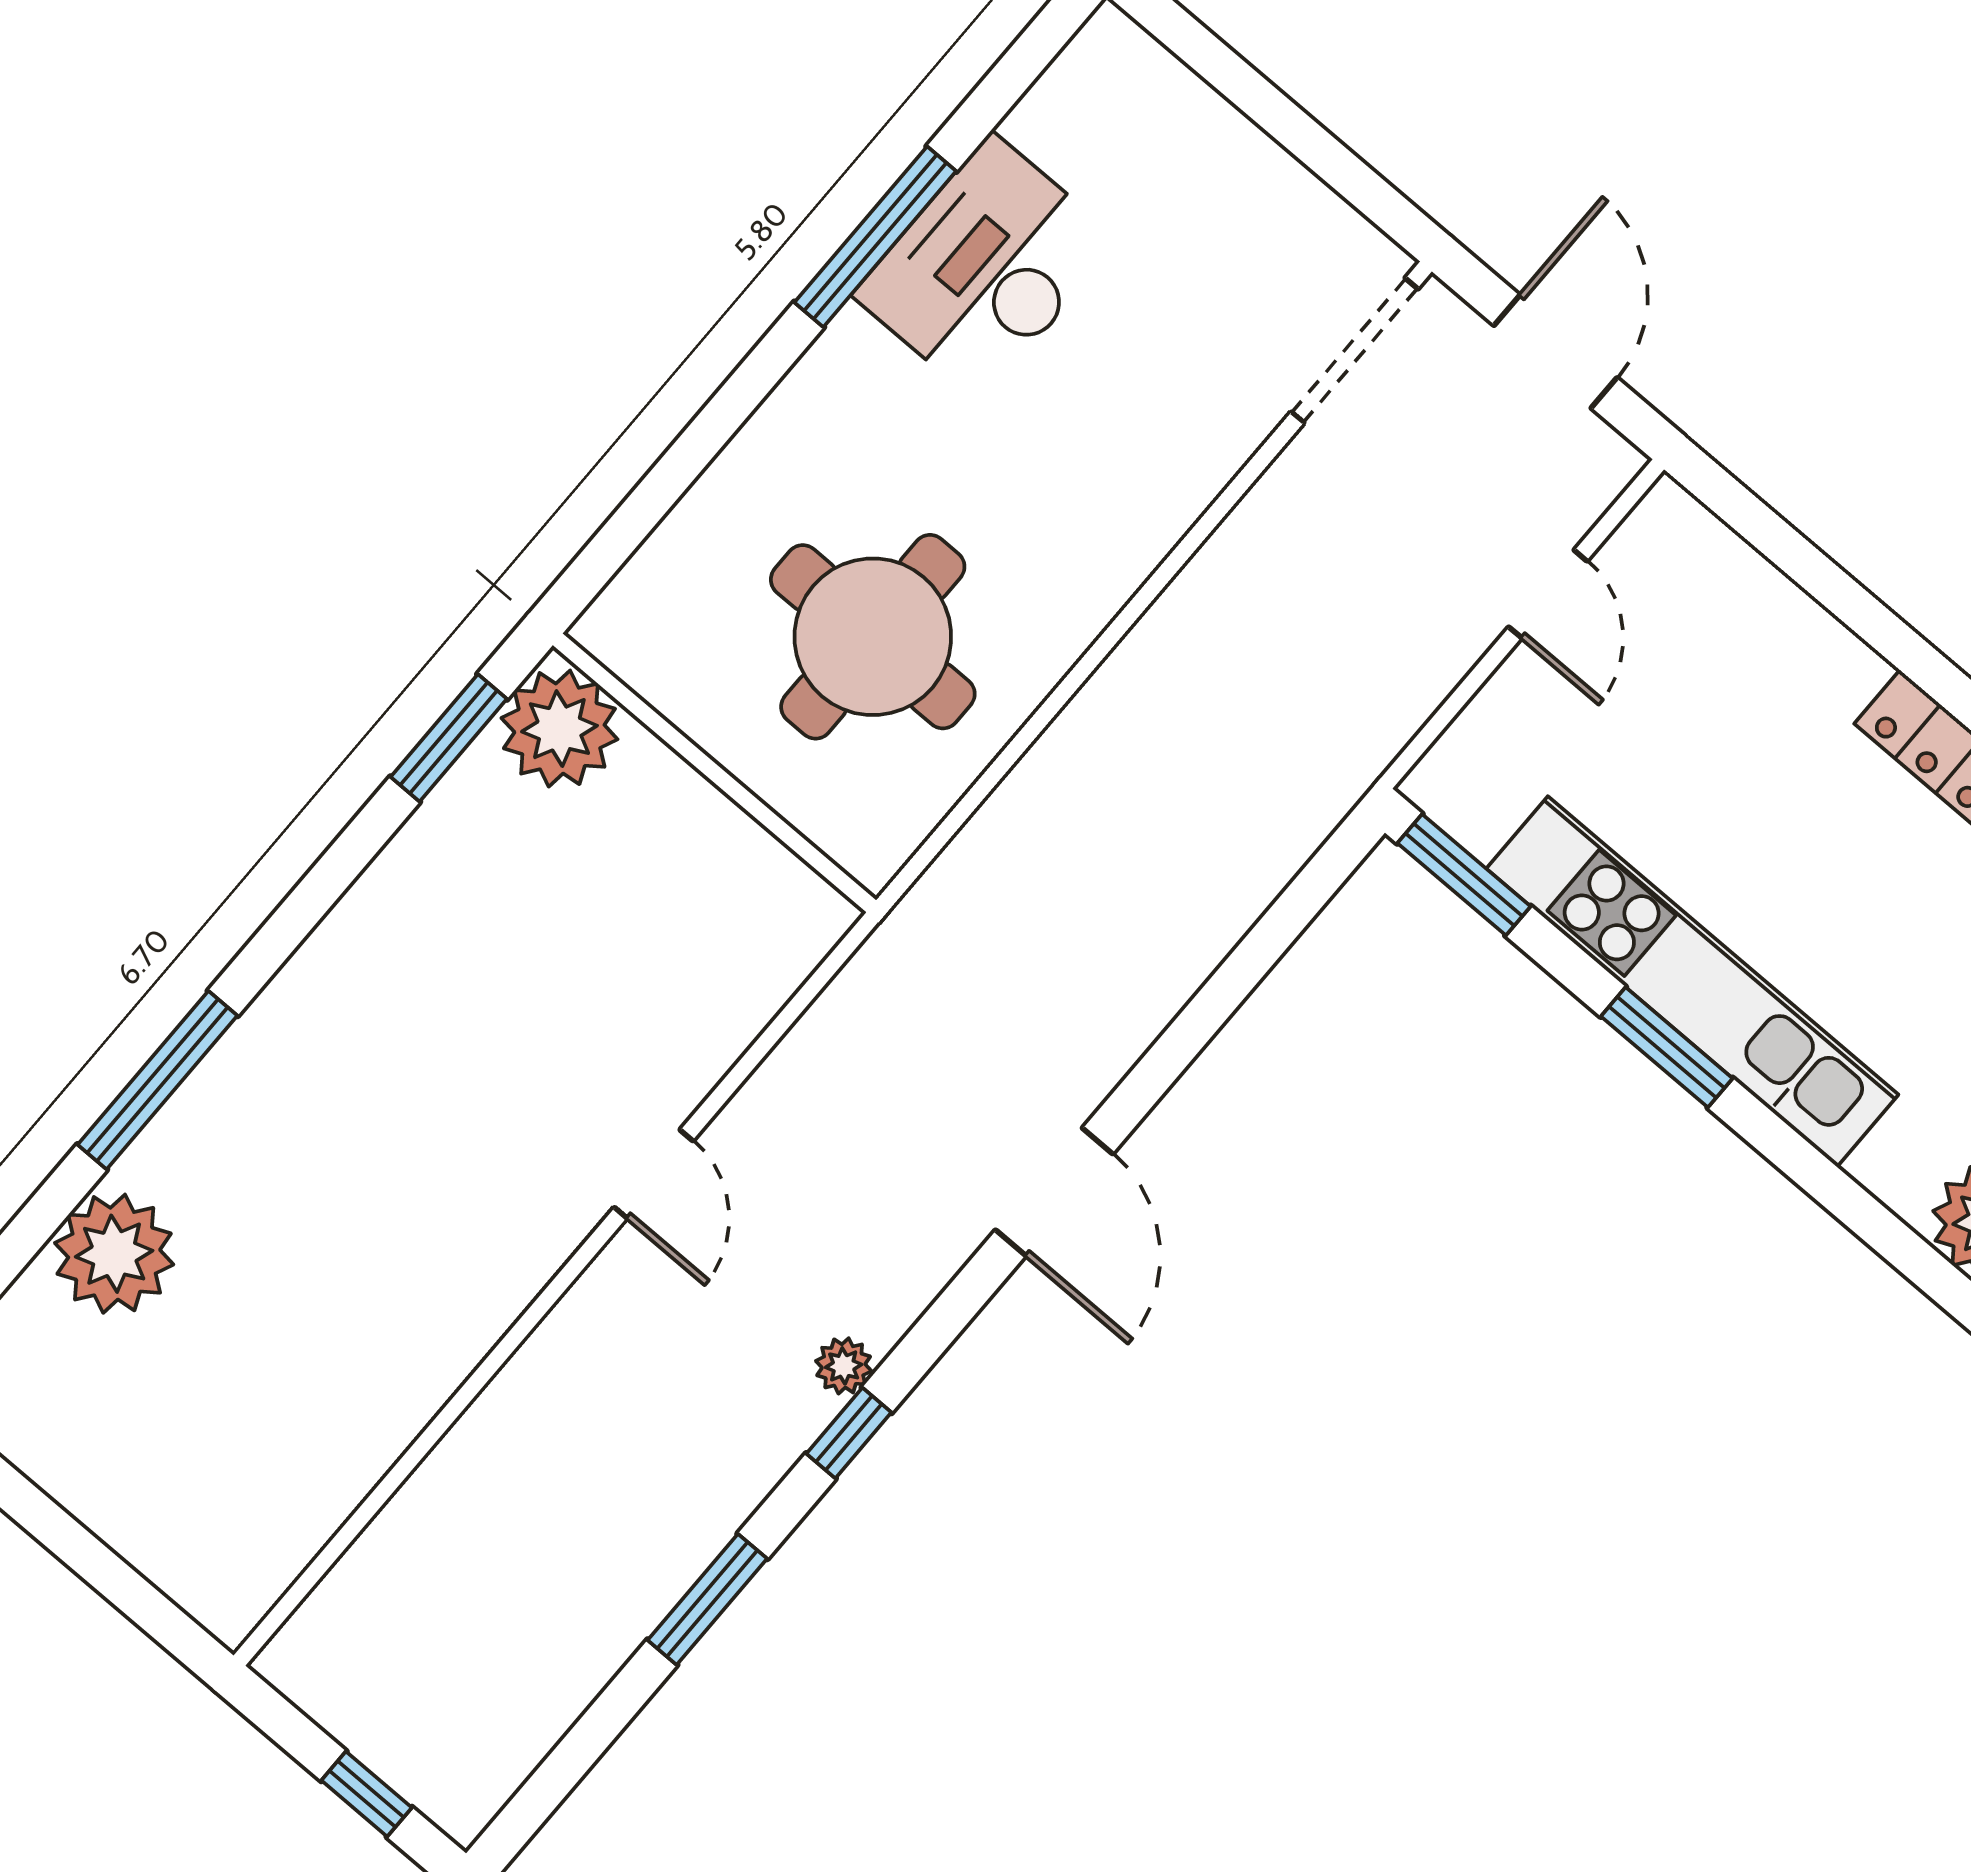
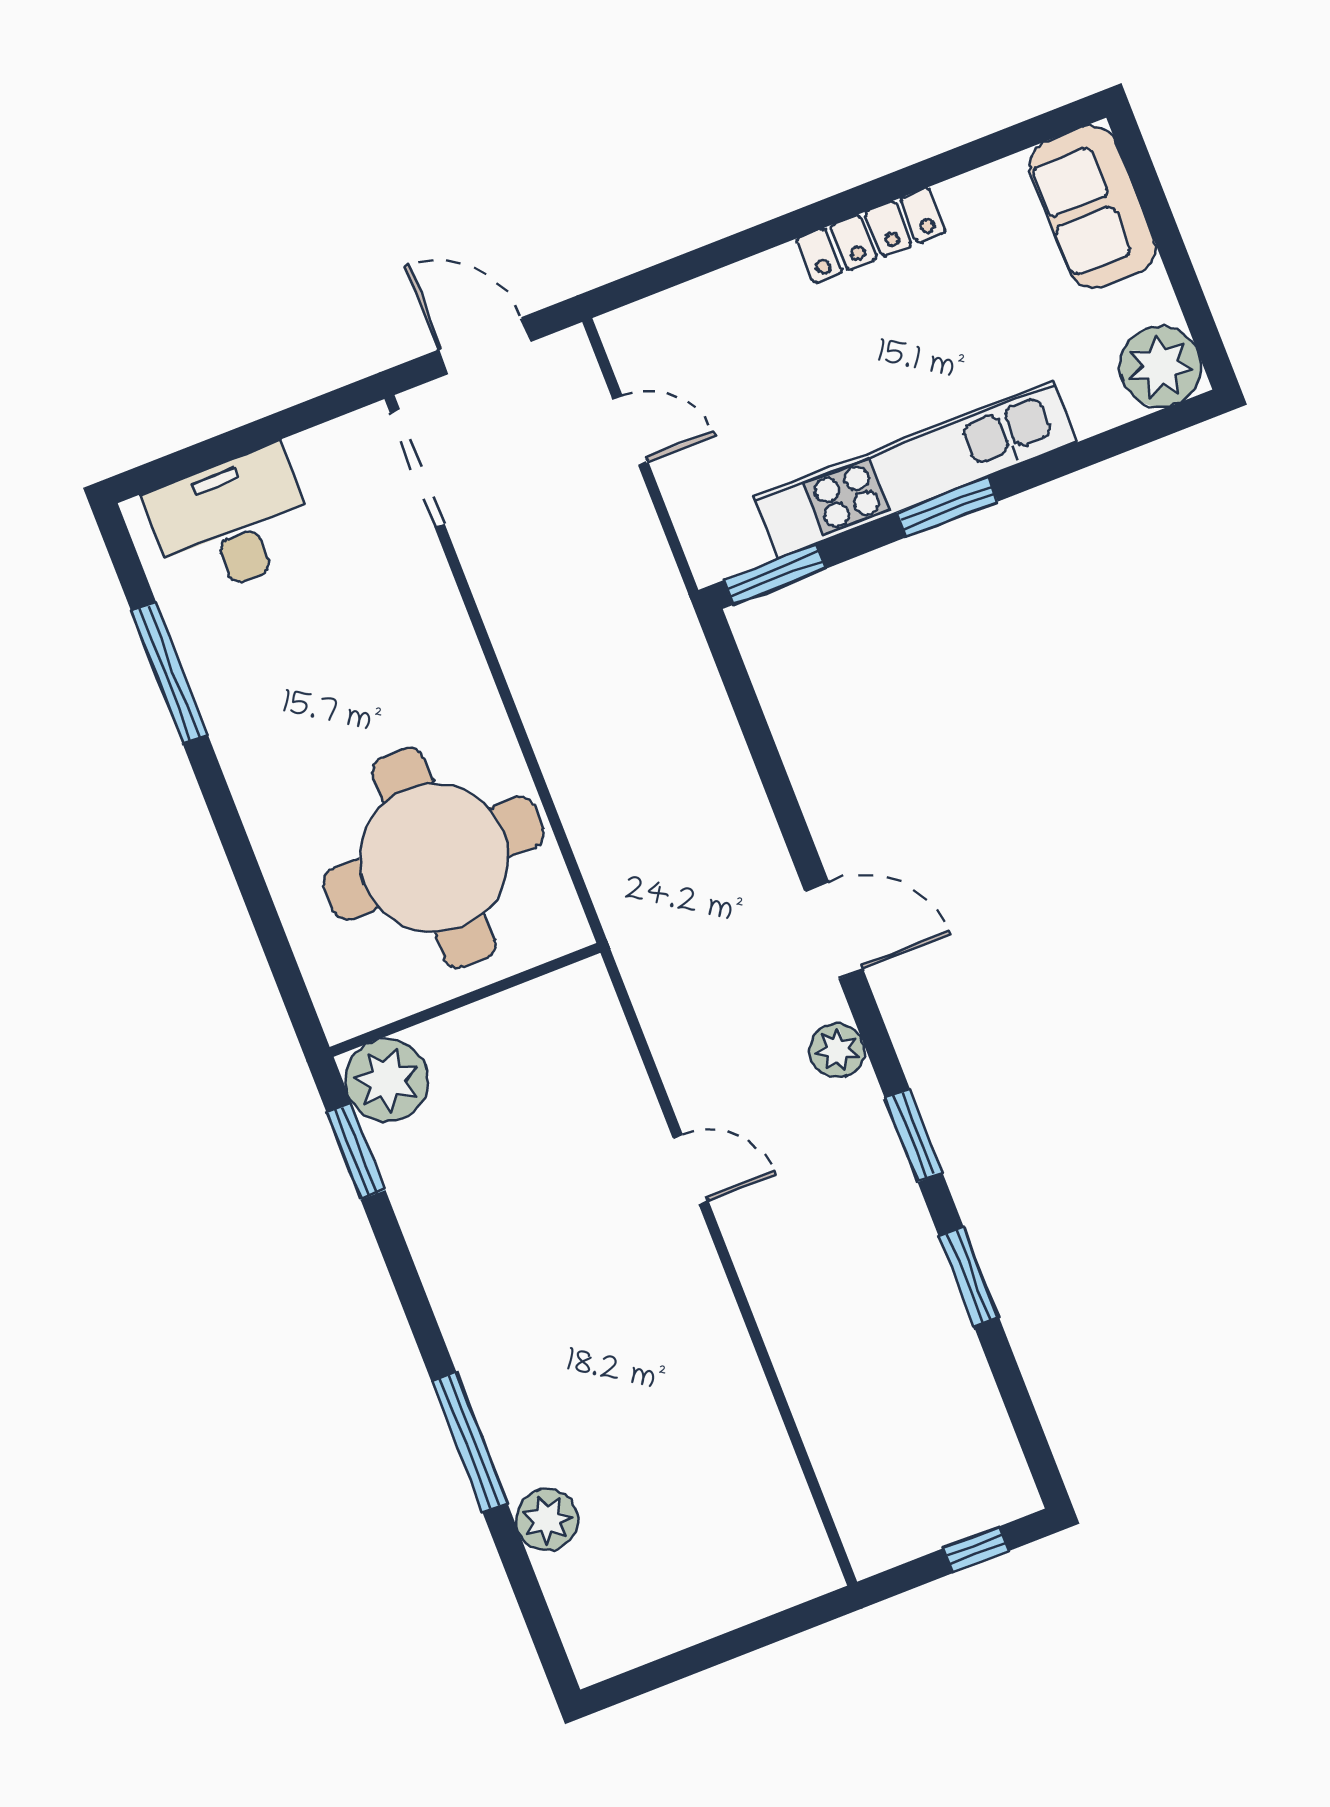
window: (875, 237) -> (169, 673), moved
desk: (986, 268) -> (231, 523), moved, turned 90
round table: (873, 637) -> (434, 858), width x1.36, depth x1.36
plant: (114, 1254) -> (547, 1520), width x0.73, depth x0.73
plant: (844, 1366) -> (837, 1050), moved, width x1.38, depth x1.38
window: (849, 1433) -> (914, 1135), width x1.50

